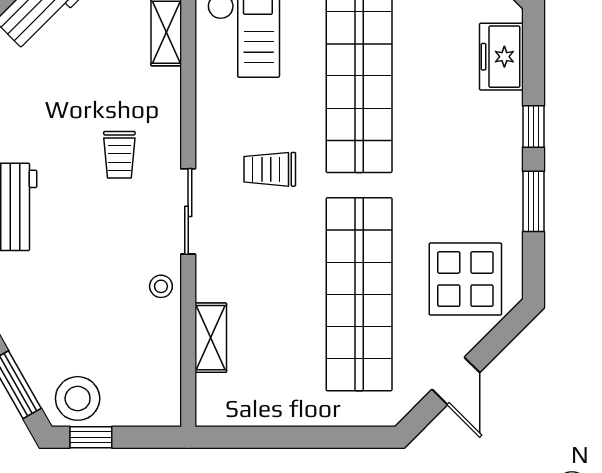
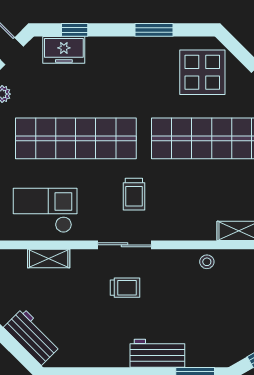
window: (533, 127) -> (75, 30), moved
sliding door: (188, 211) -> (125, 245), moved

